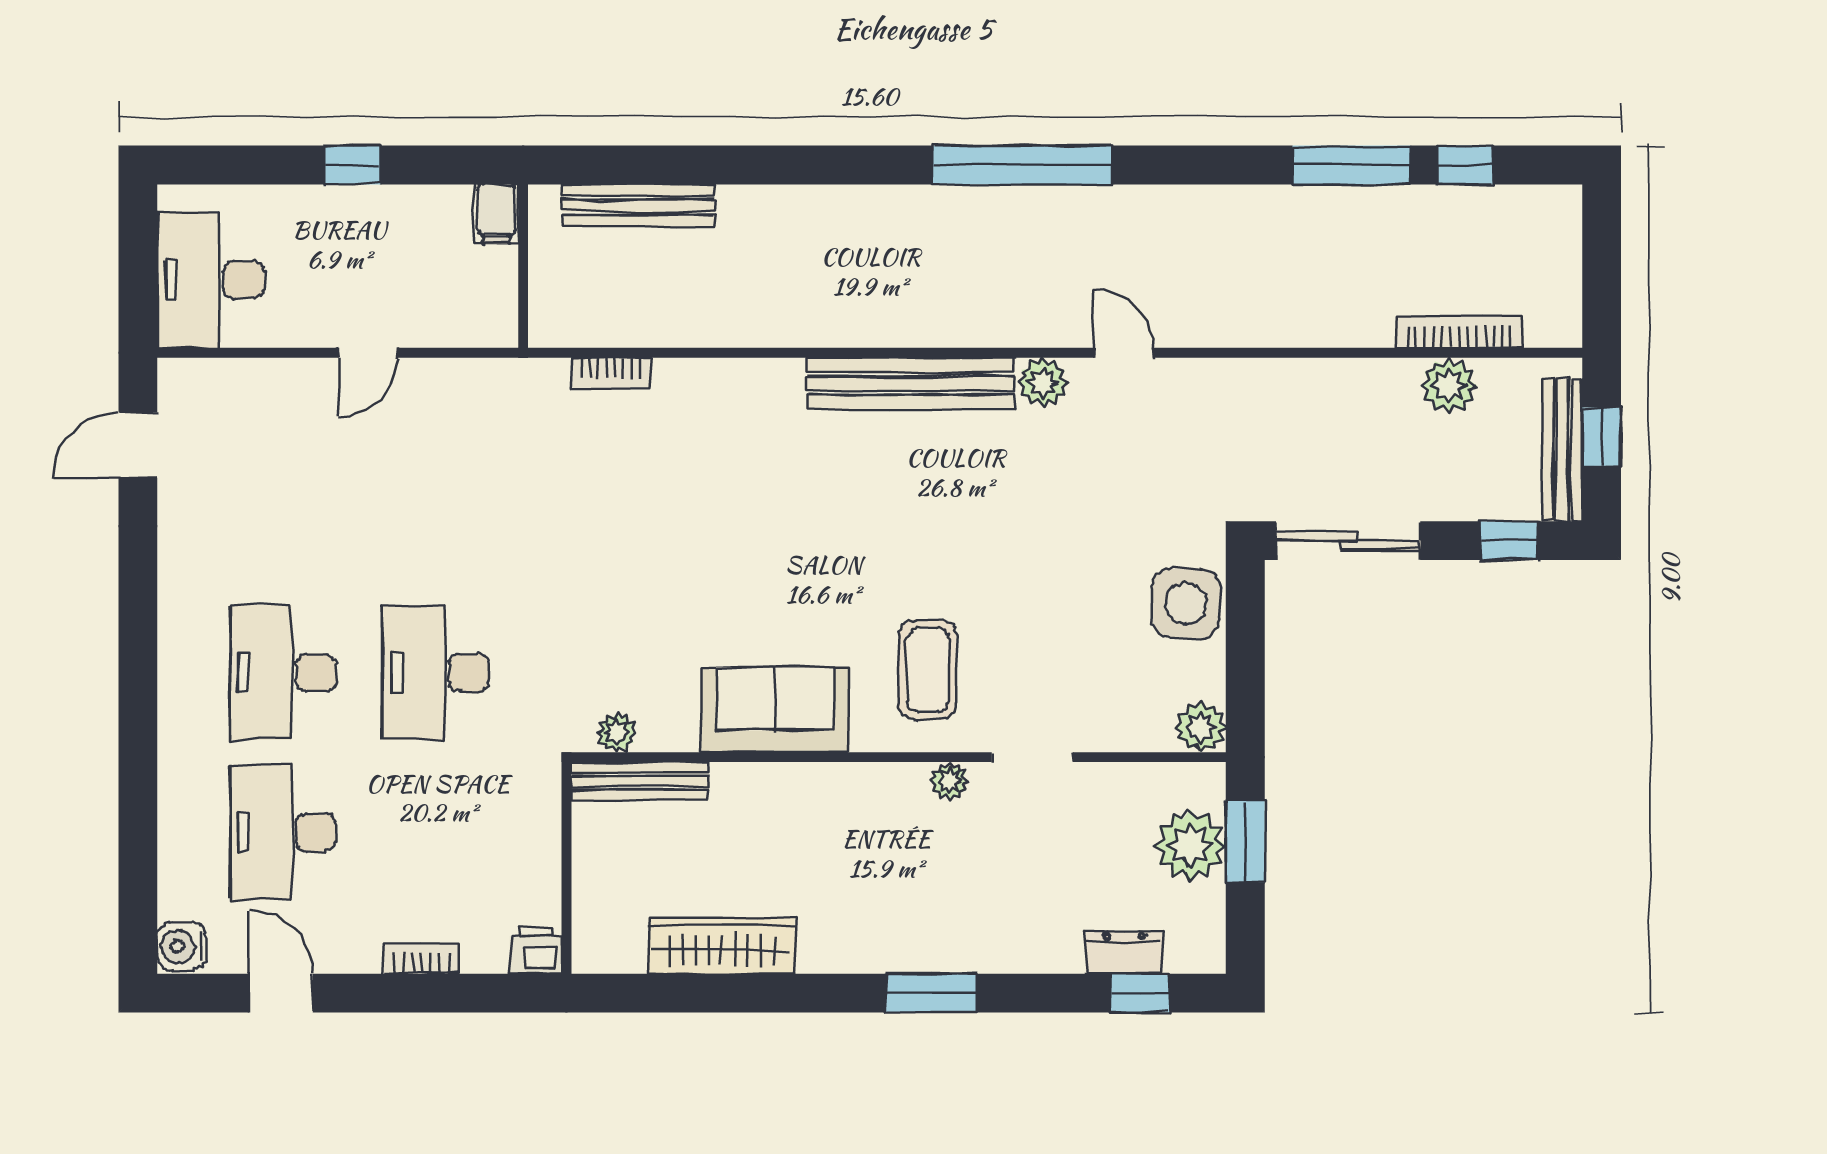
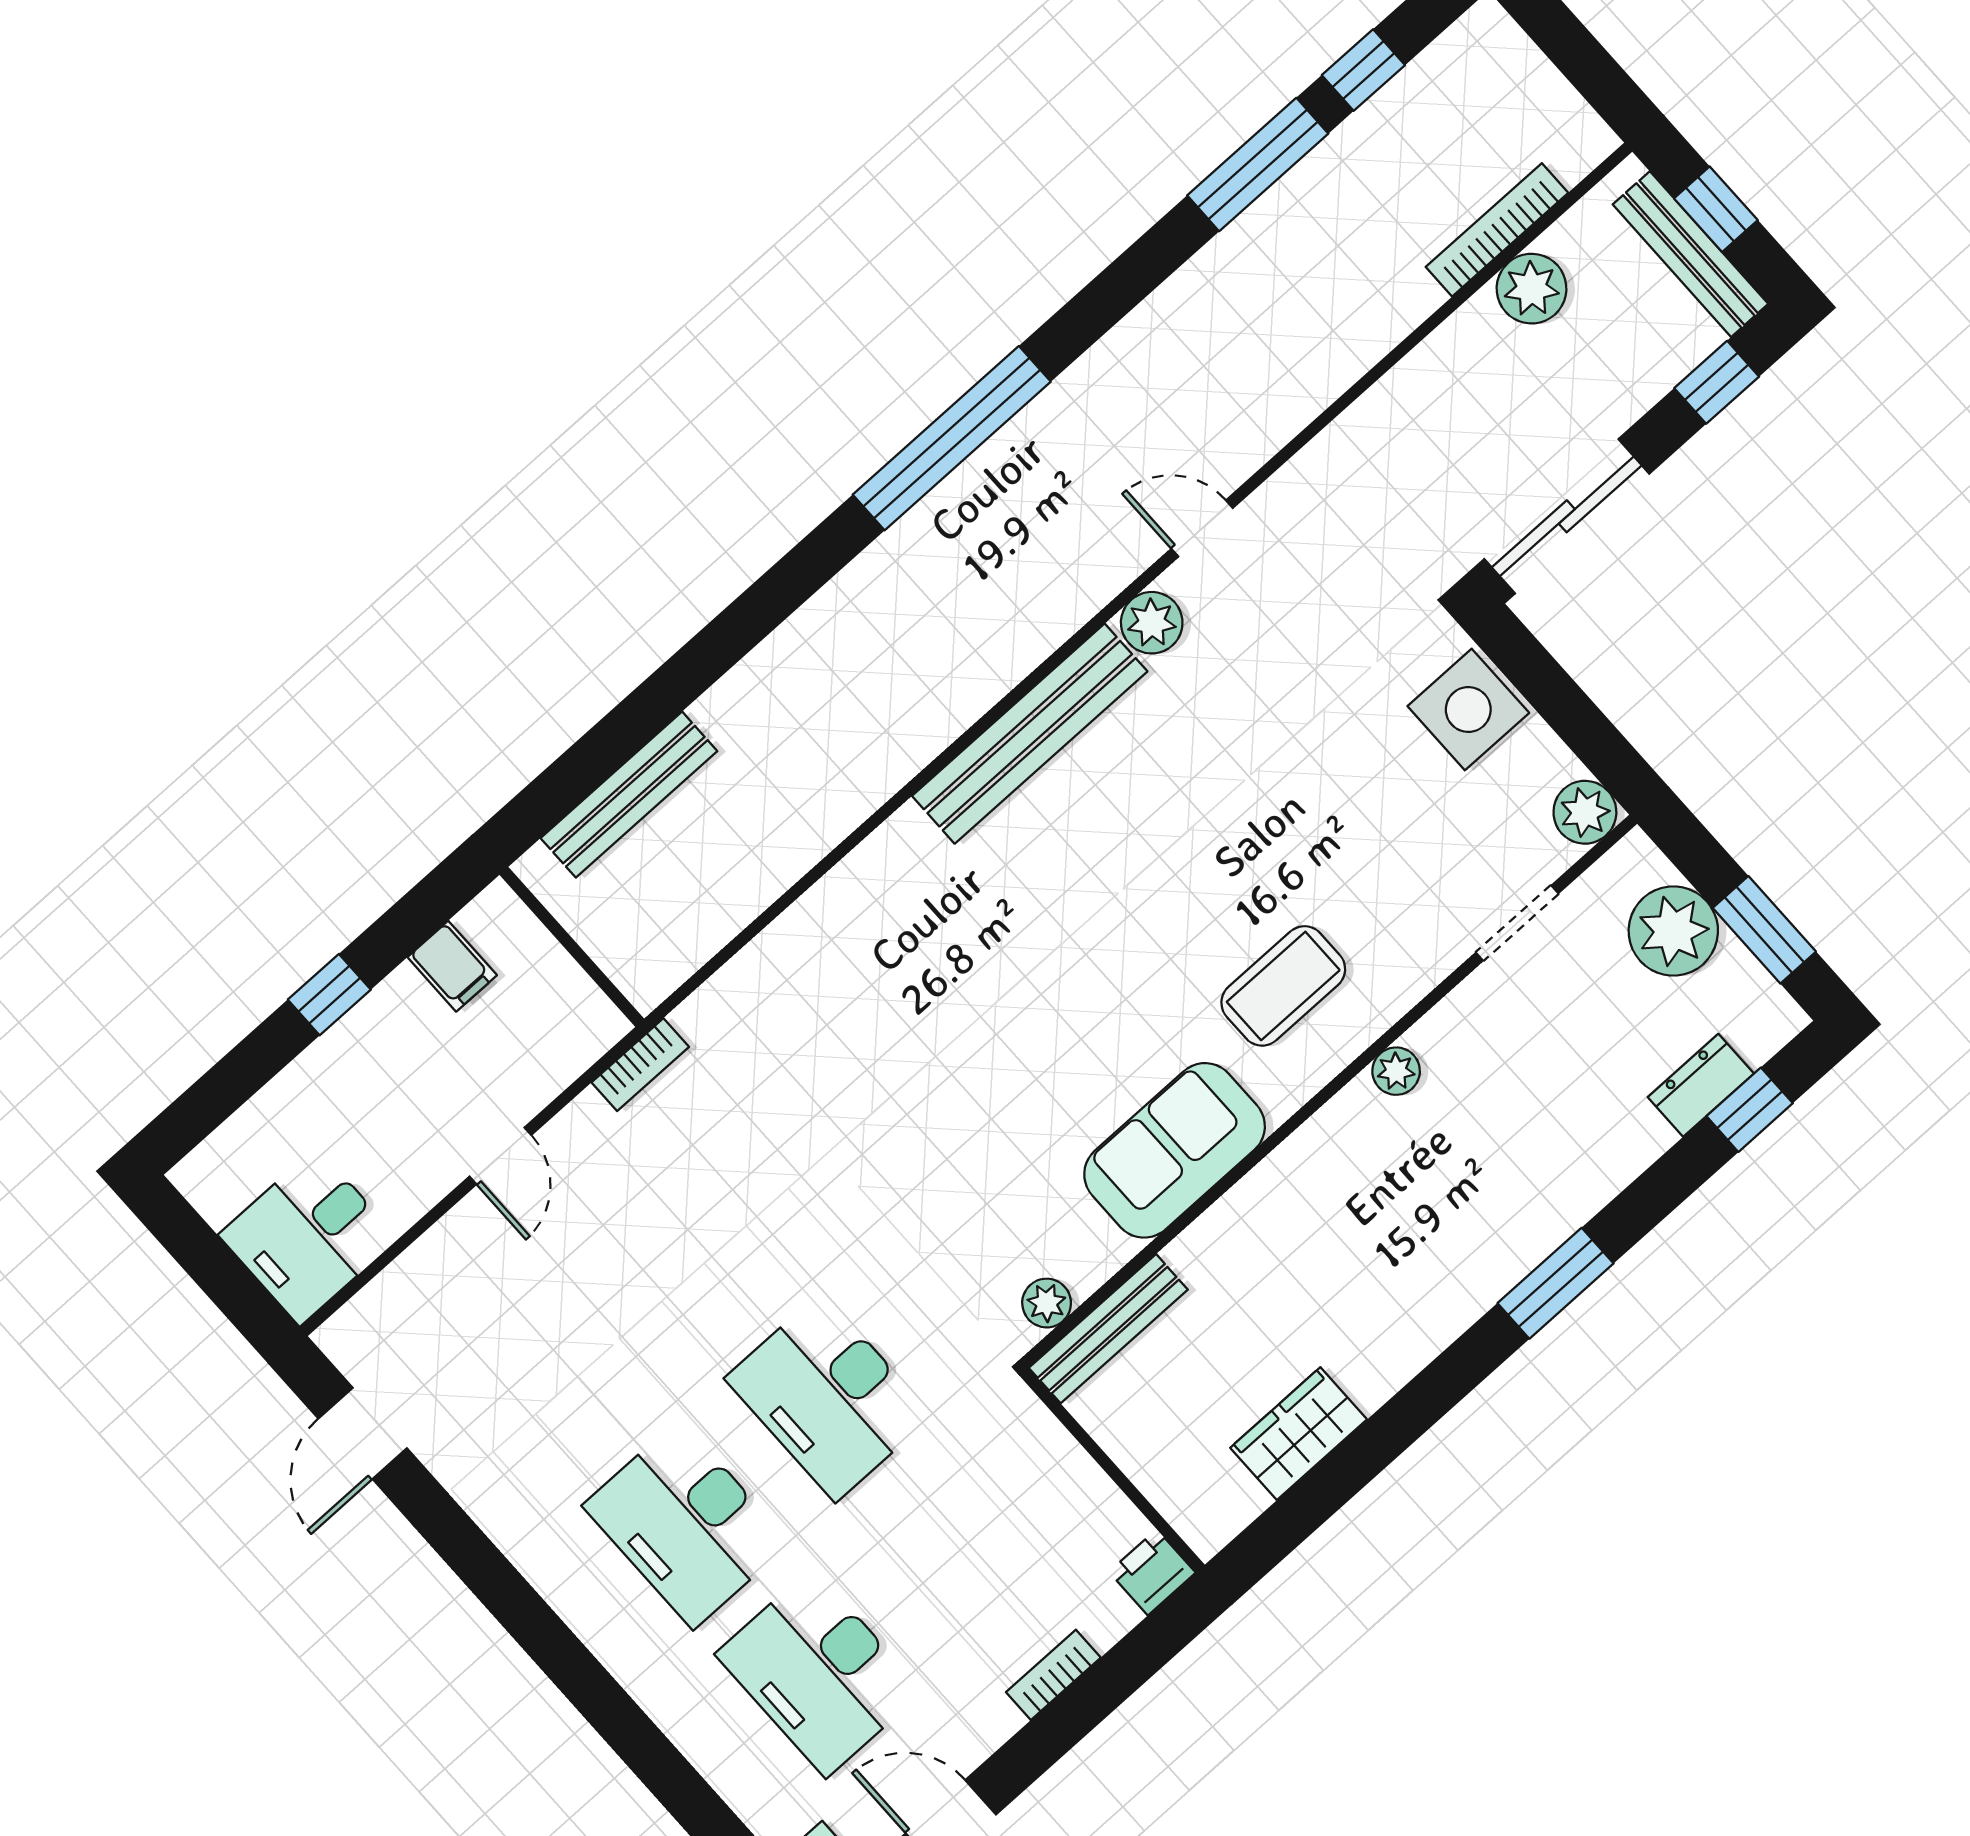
filing cabinet: (496, 214) -> (452, 966), moved
desk: (211, 280) -> (308, 1237), width x0.73
bookcase: (611, 373) -> (640, 1065), moved
coffee table: (928, 670) -> (1283, 986), turned 90
doorway: (1032, 757) -> (1517, 923), moved
window: (1245, 841) -> (1764, 930), moved
wardrobe: (722, 946) -> (1299, 1434), width x0.67

